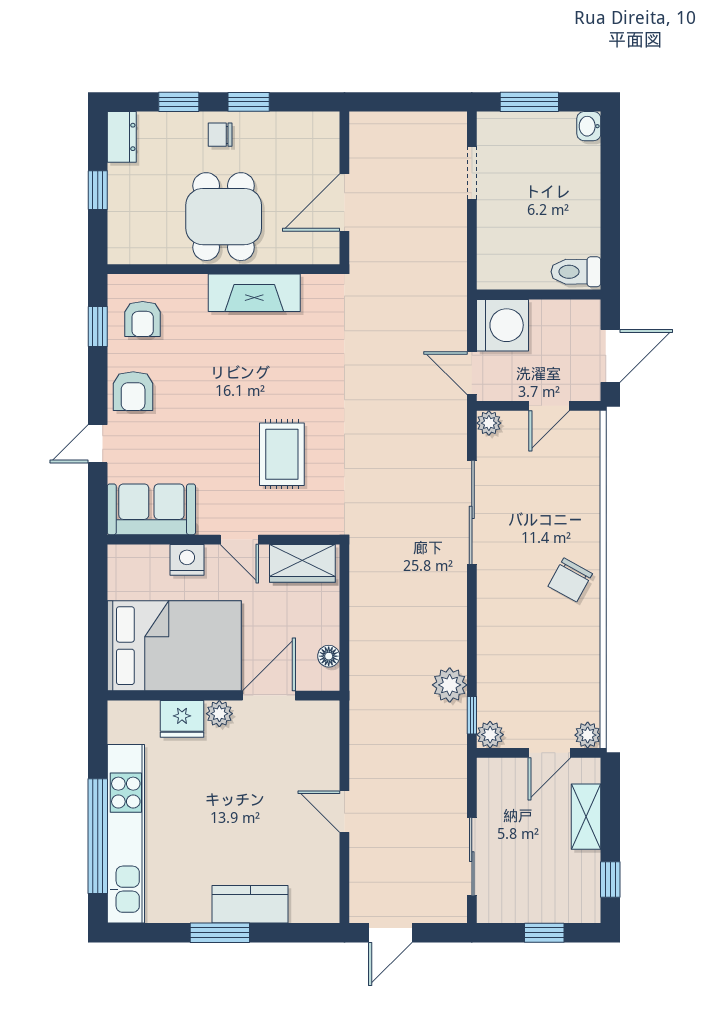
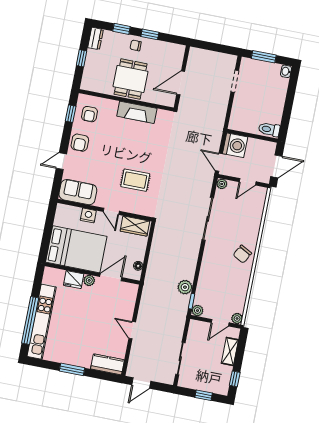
rug: (282, 454) -> (135, 180), turned 90
kitchen counter: (250, 904) -> (107, 364), moved

